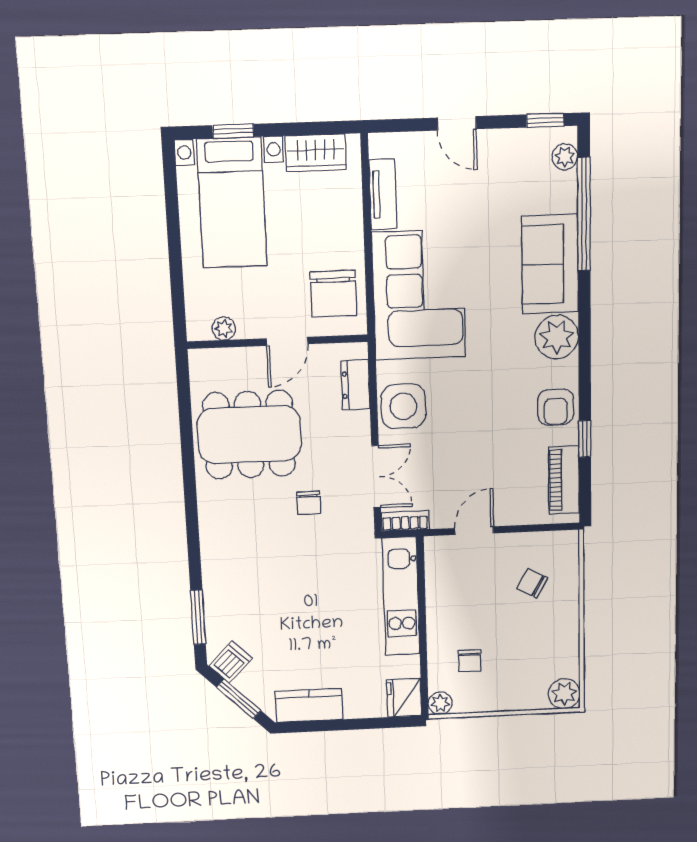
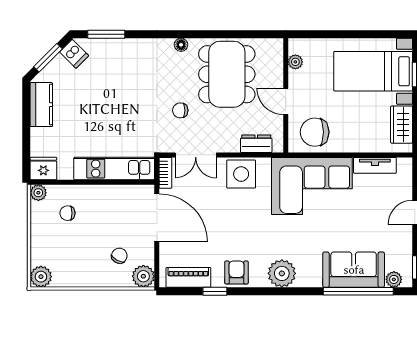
sofa: (550, 264) -> (354, 270), moved
armchair: (556, 407) -> (237, 272), turned 90
floor lamp: (207, 506) -> (181, 45), added
door: (474, 531) -> (157, 218), width x1.87
plant: (563, 547) -> (143, 276), added

